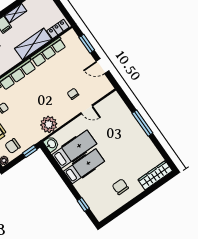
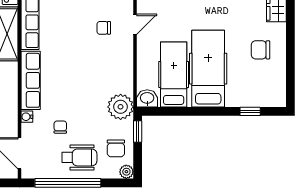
plant: (49, 124) -> (121, 107), moved
hospital bed: (84, 166) -> (208, 69), width x1.37, depth x1.29

